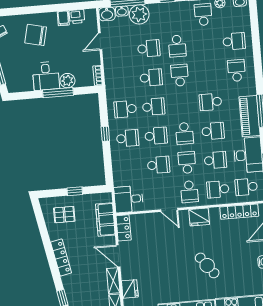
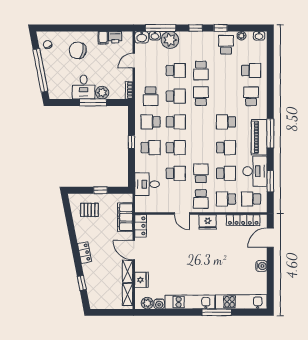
school desk: (185, 133) -> (151, 96), moved
desk: (129, 199) -> (147, 184), moved
locker: (61, 258) -> (85, 253), width x0.66
cafe table: (207, 265) -> (211, 265), removed

